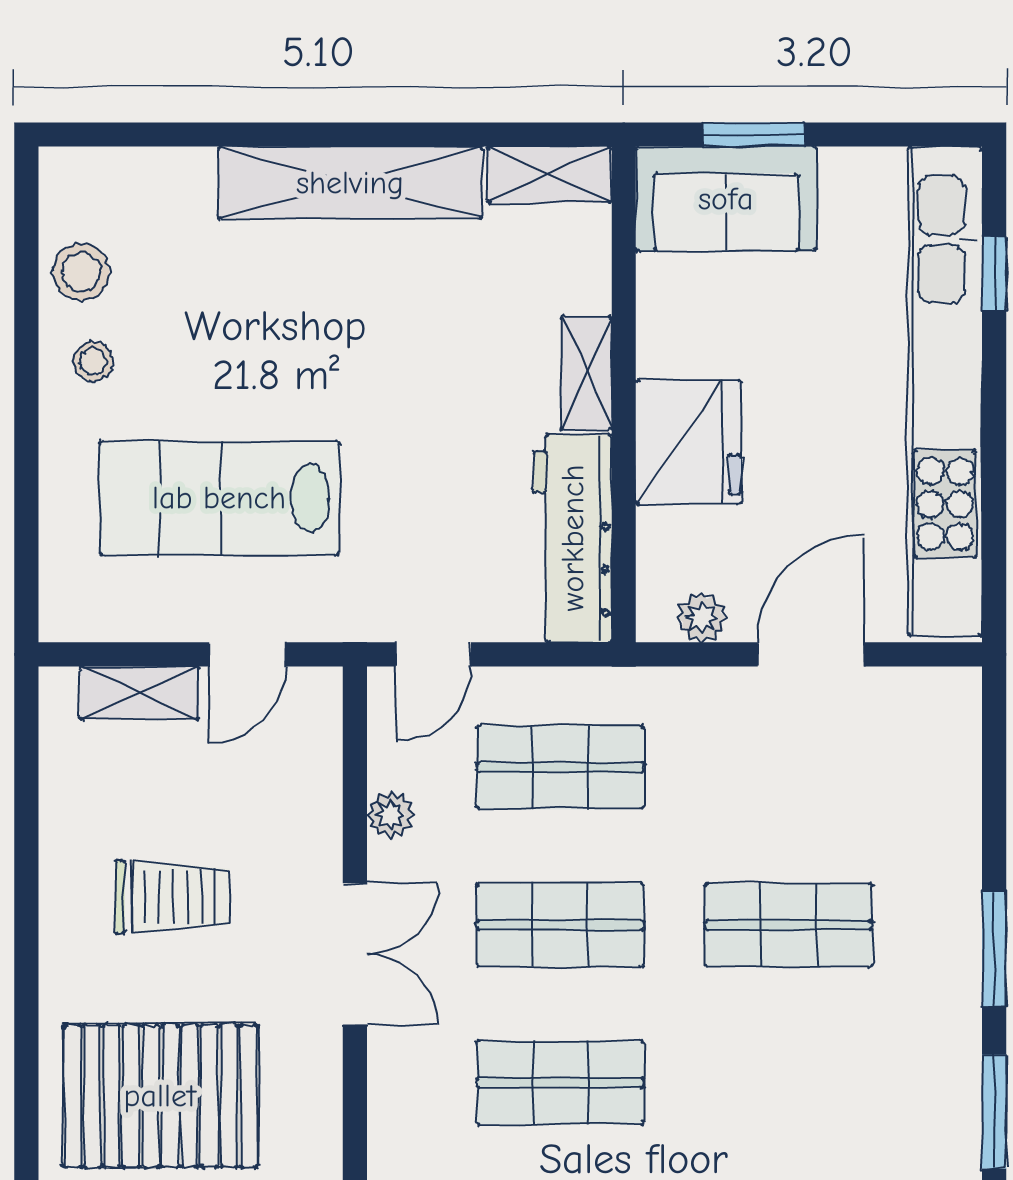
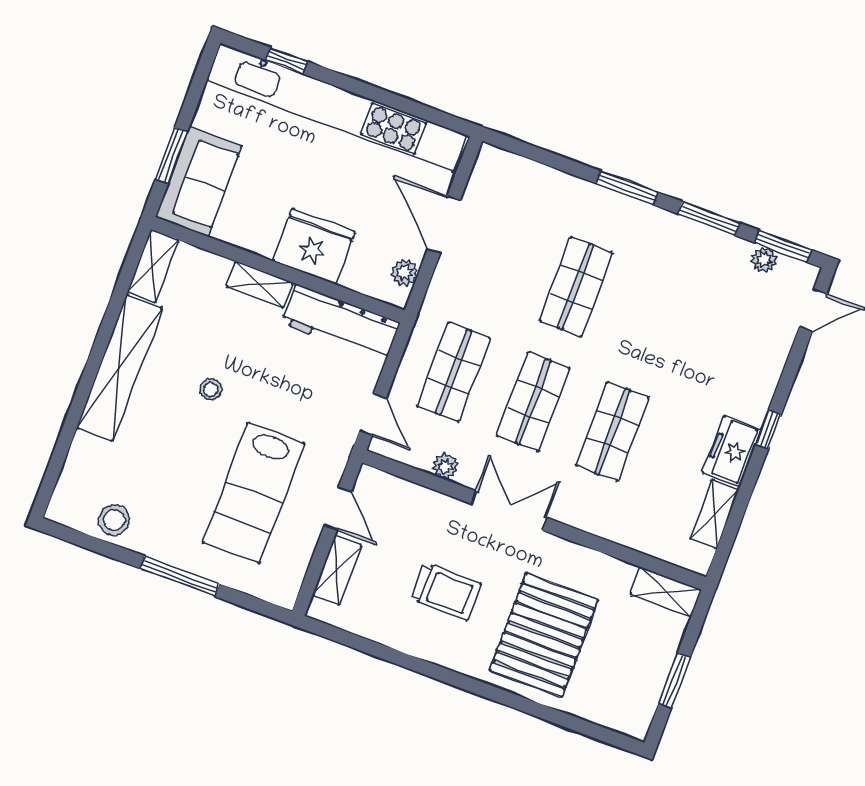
stool: (93, 362) -> (211, 389), moved
window: (26, 424) -> (180, 576), added
trolley: (173, 897) -> (446, 592), turned 90

